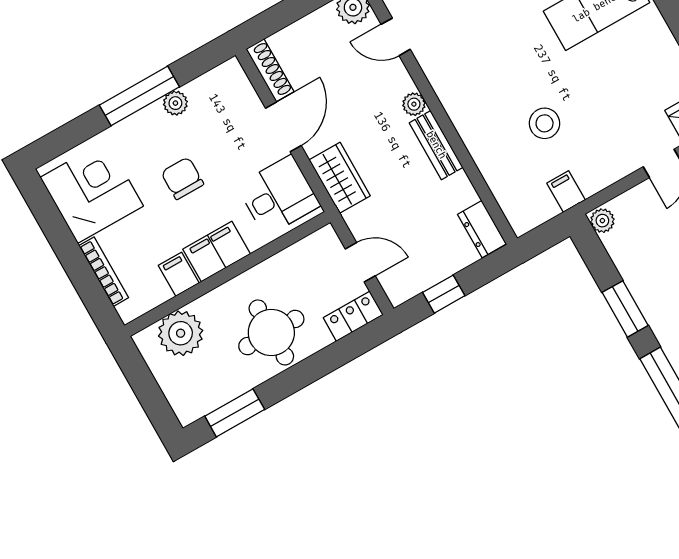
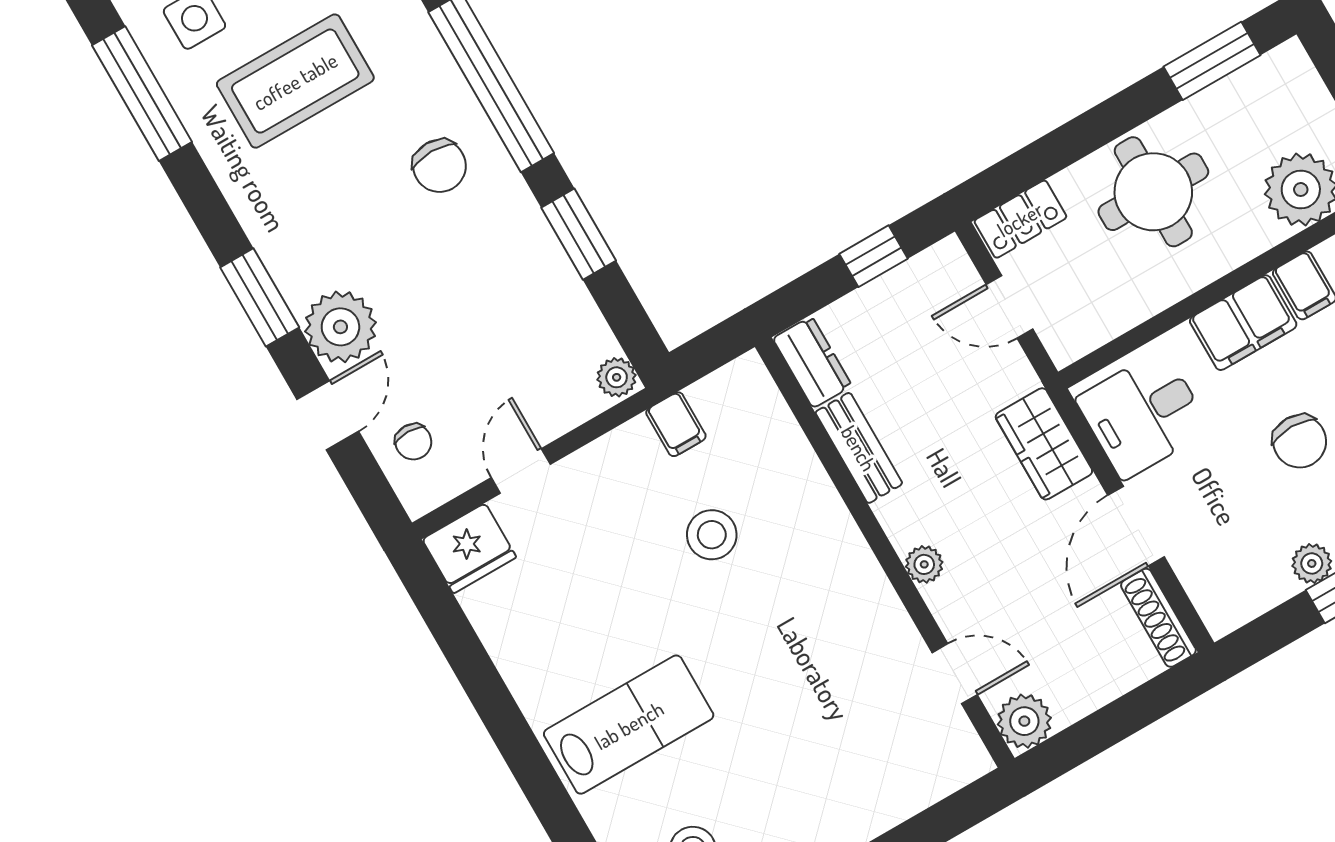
bench: (436, 145) -> (859, 448), moved

